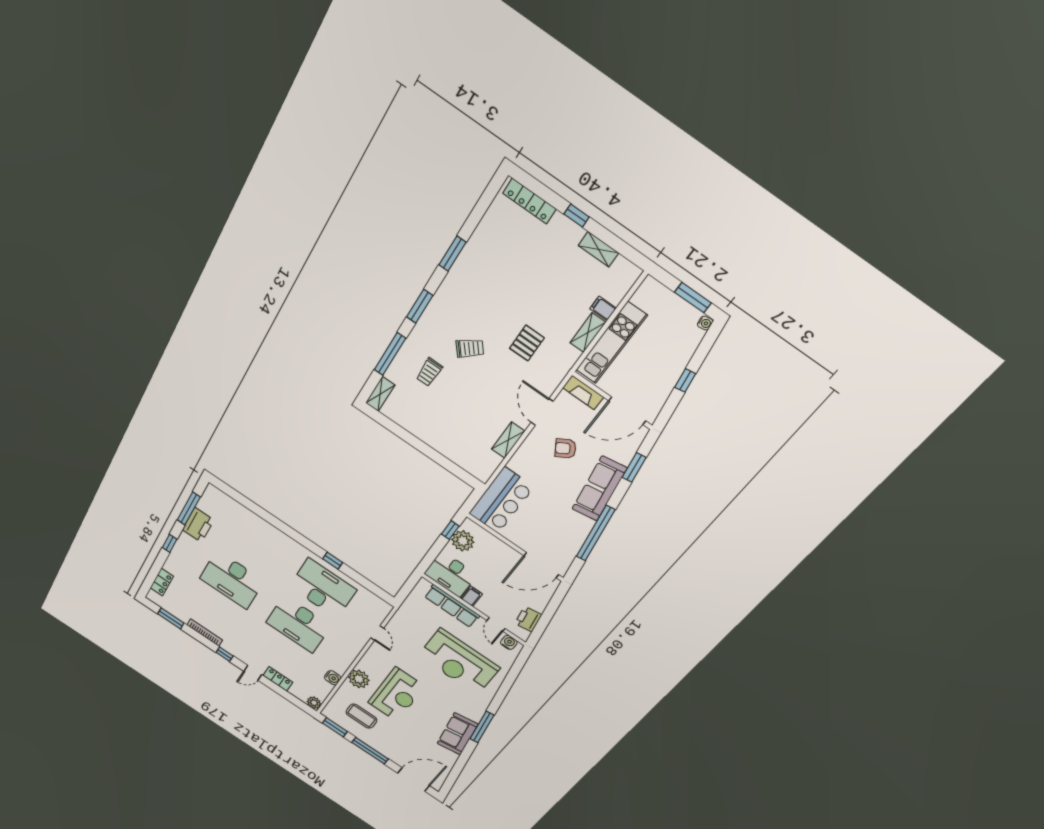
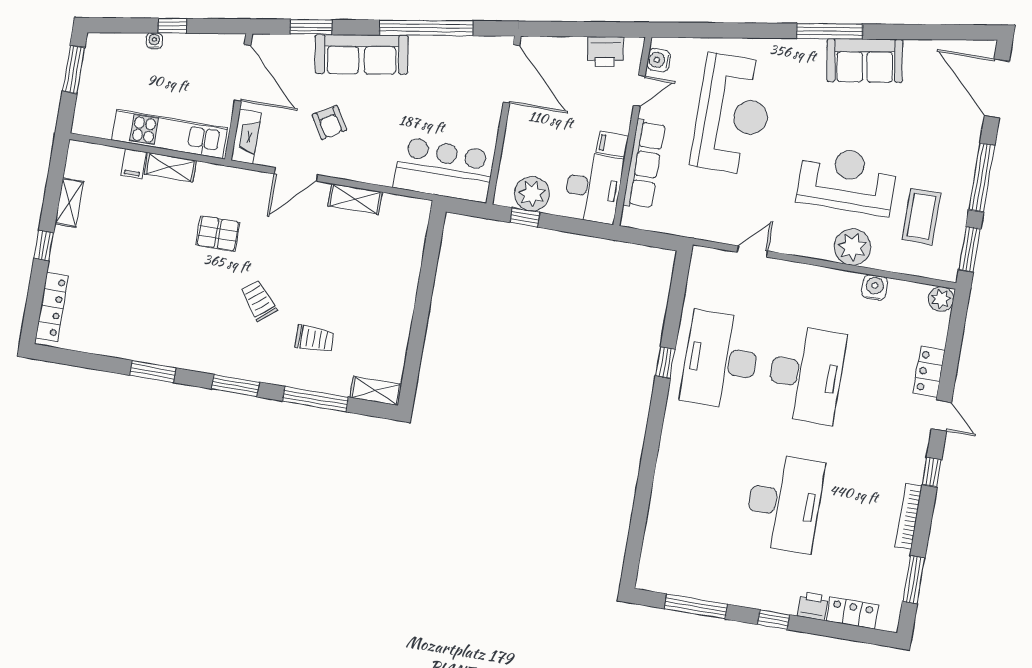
water cooler: (705, 323) -> (154, 41), moved
printer: (198, 525) -> (813, 606), moved, width x0.53, depth x0.68

